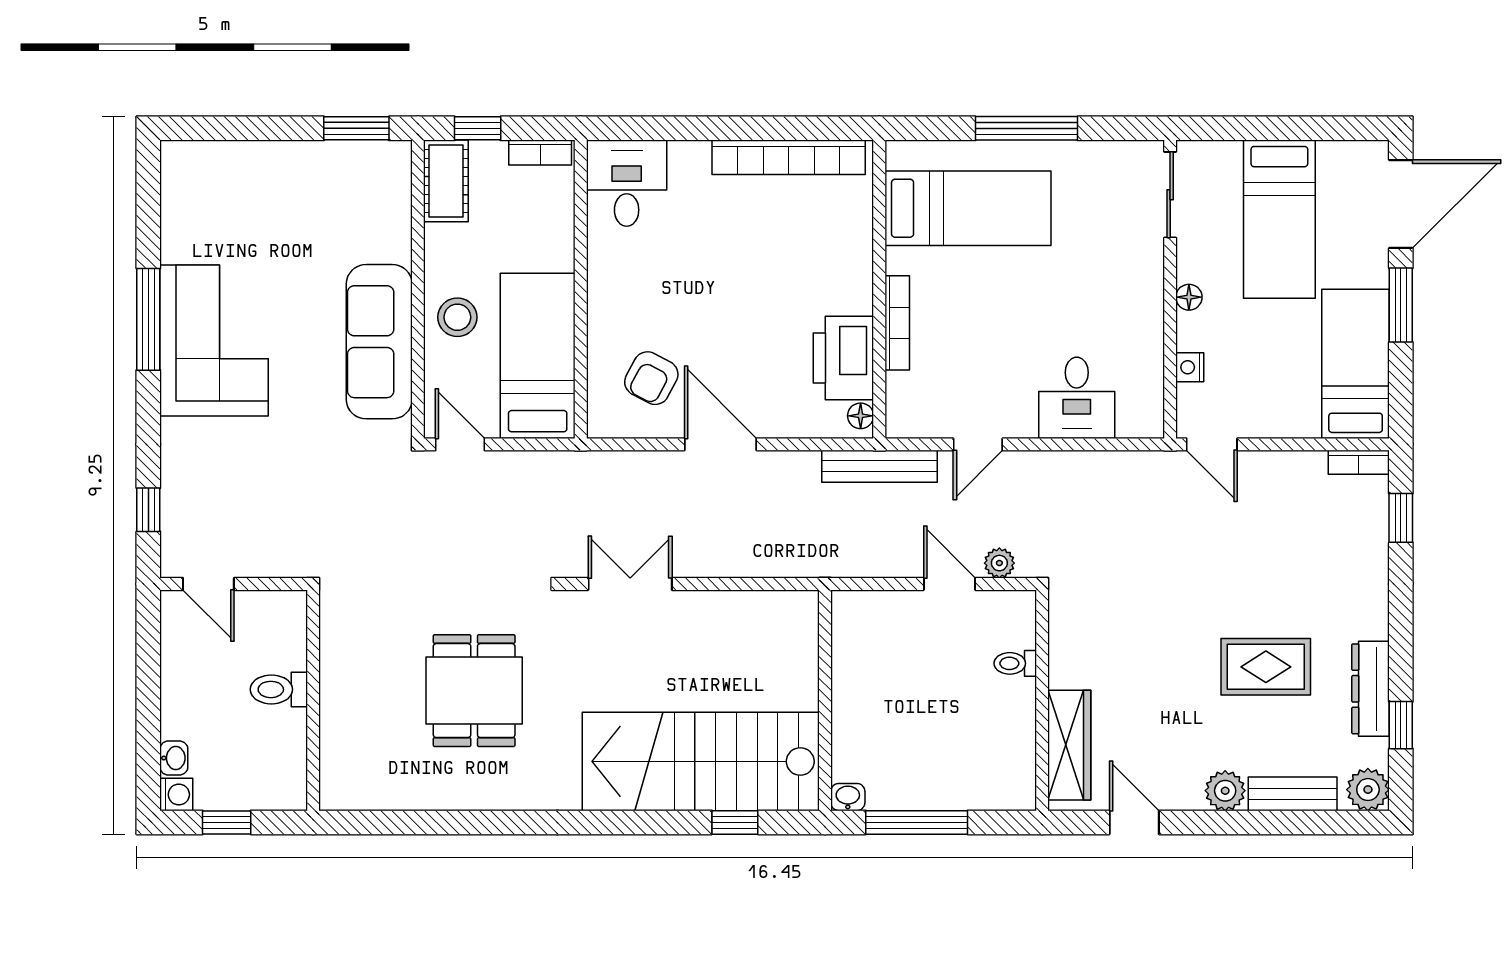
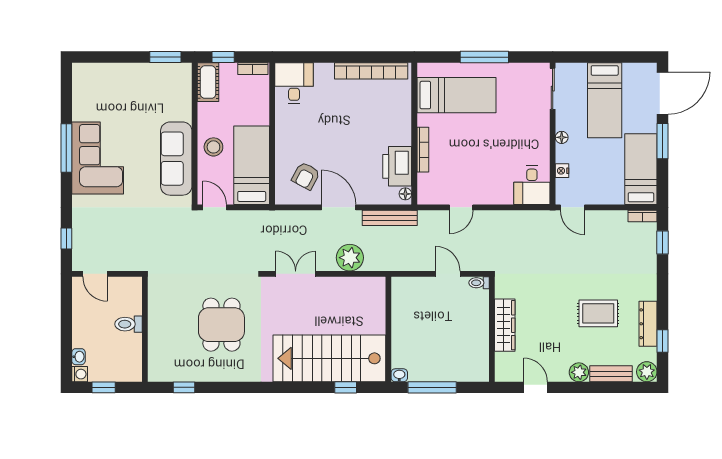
desk: (1077, 398) -> (532, 185), moved
bench: (880, 466) -> (390, 218), moved
plant: (999, 563) -> (350, 258), moved, width x1.87, depth x1.87
toilet: (1015, 663) -> (479, 283), moved
wardrobe: (1069, 745) -> (505, 325), moved
window: (395, 822) -> (184, 387), added

